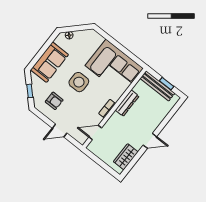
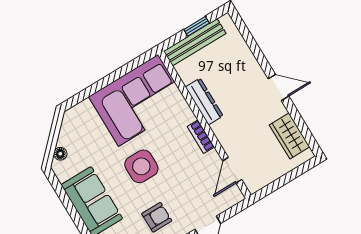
door: (150, 141) -> (278, 87), hinge flipped

